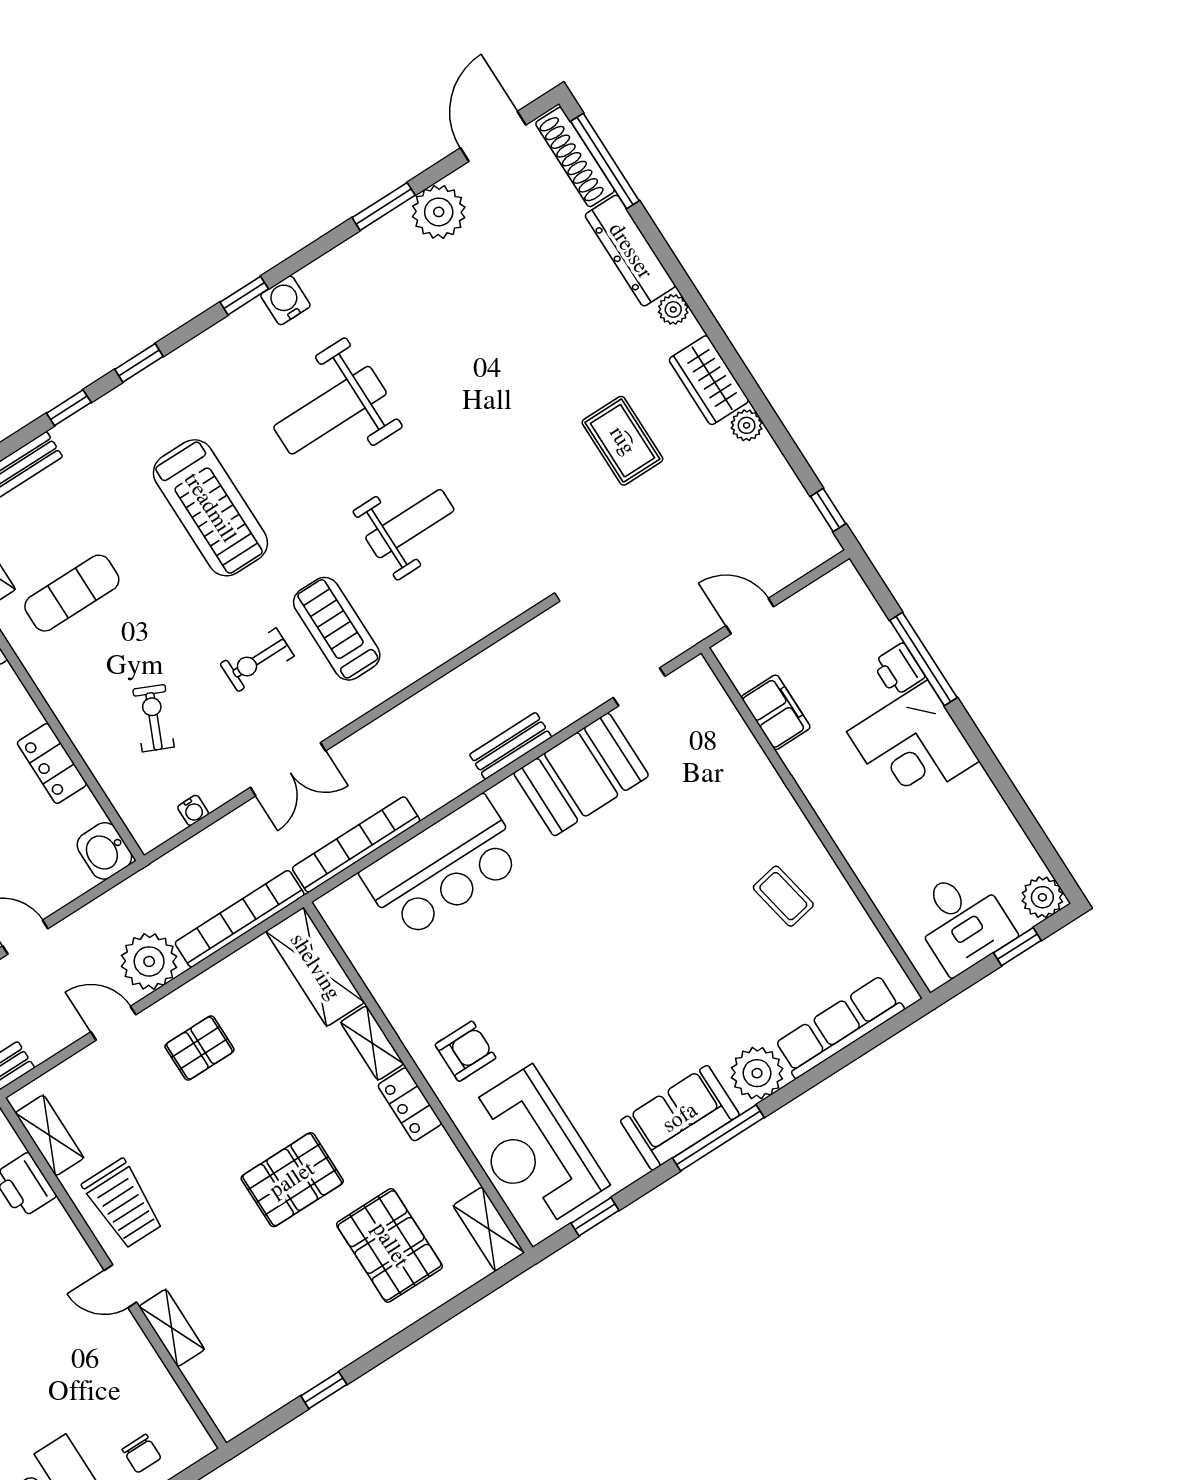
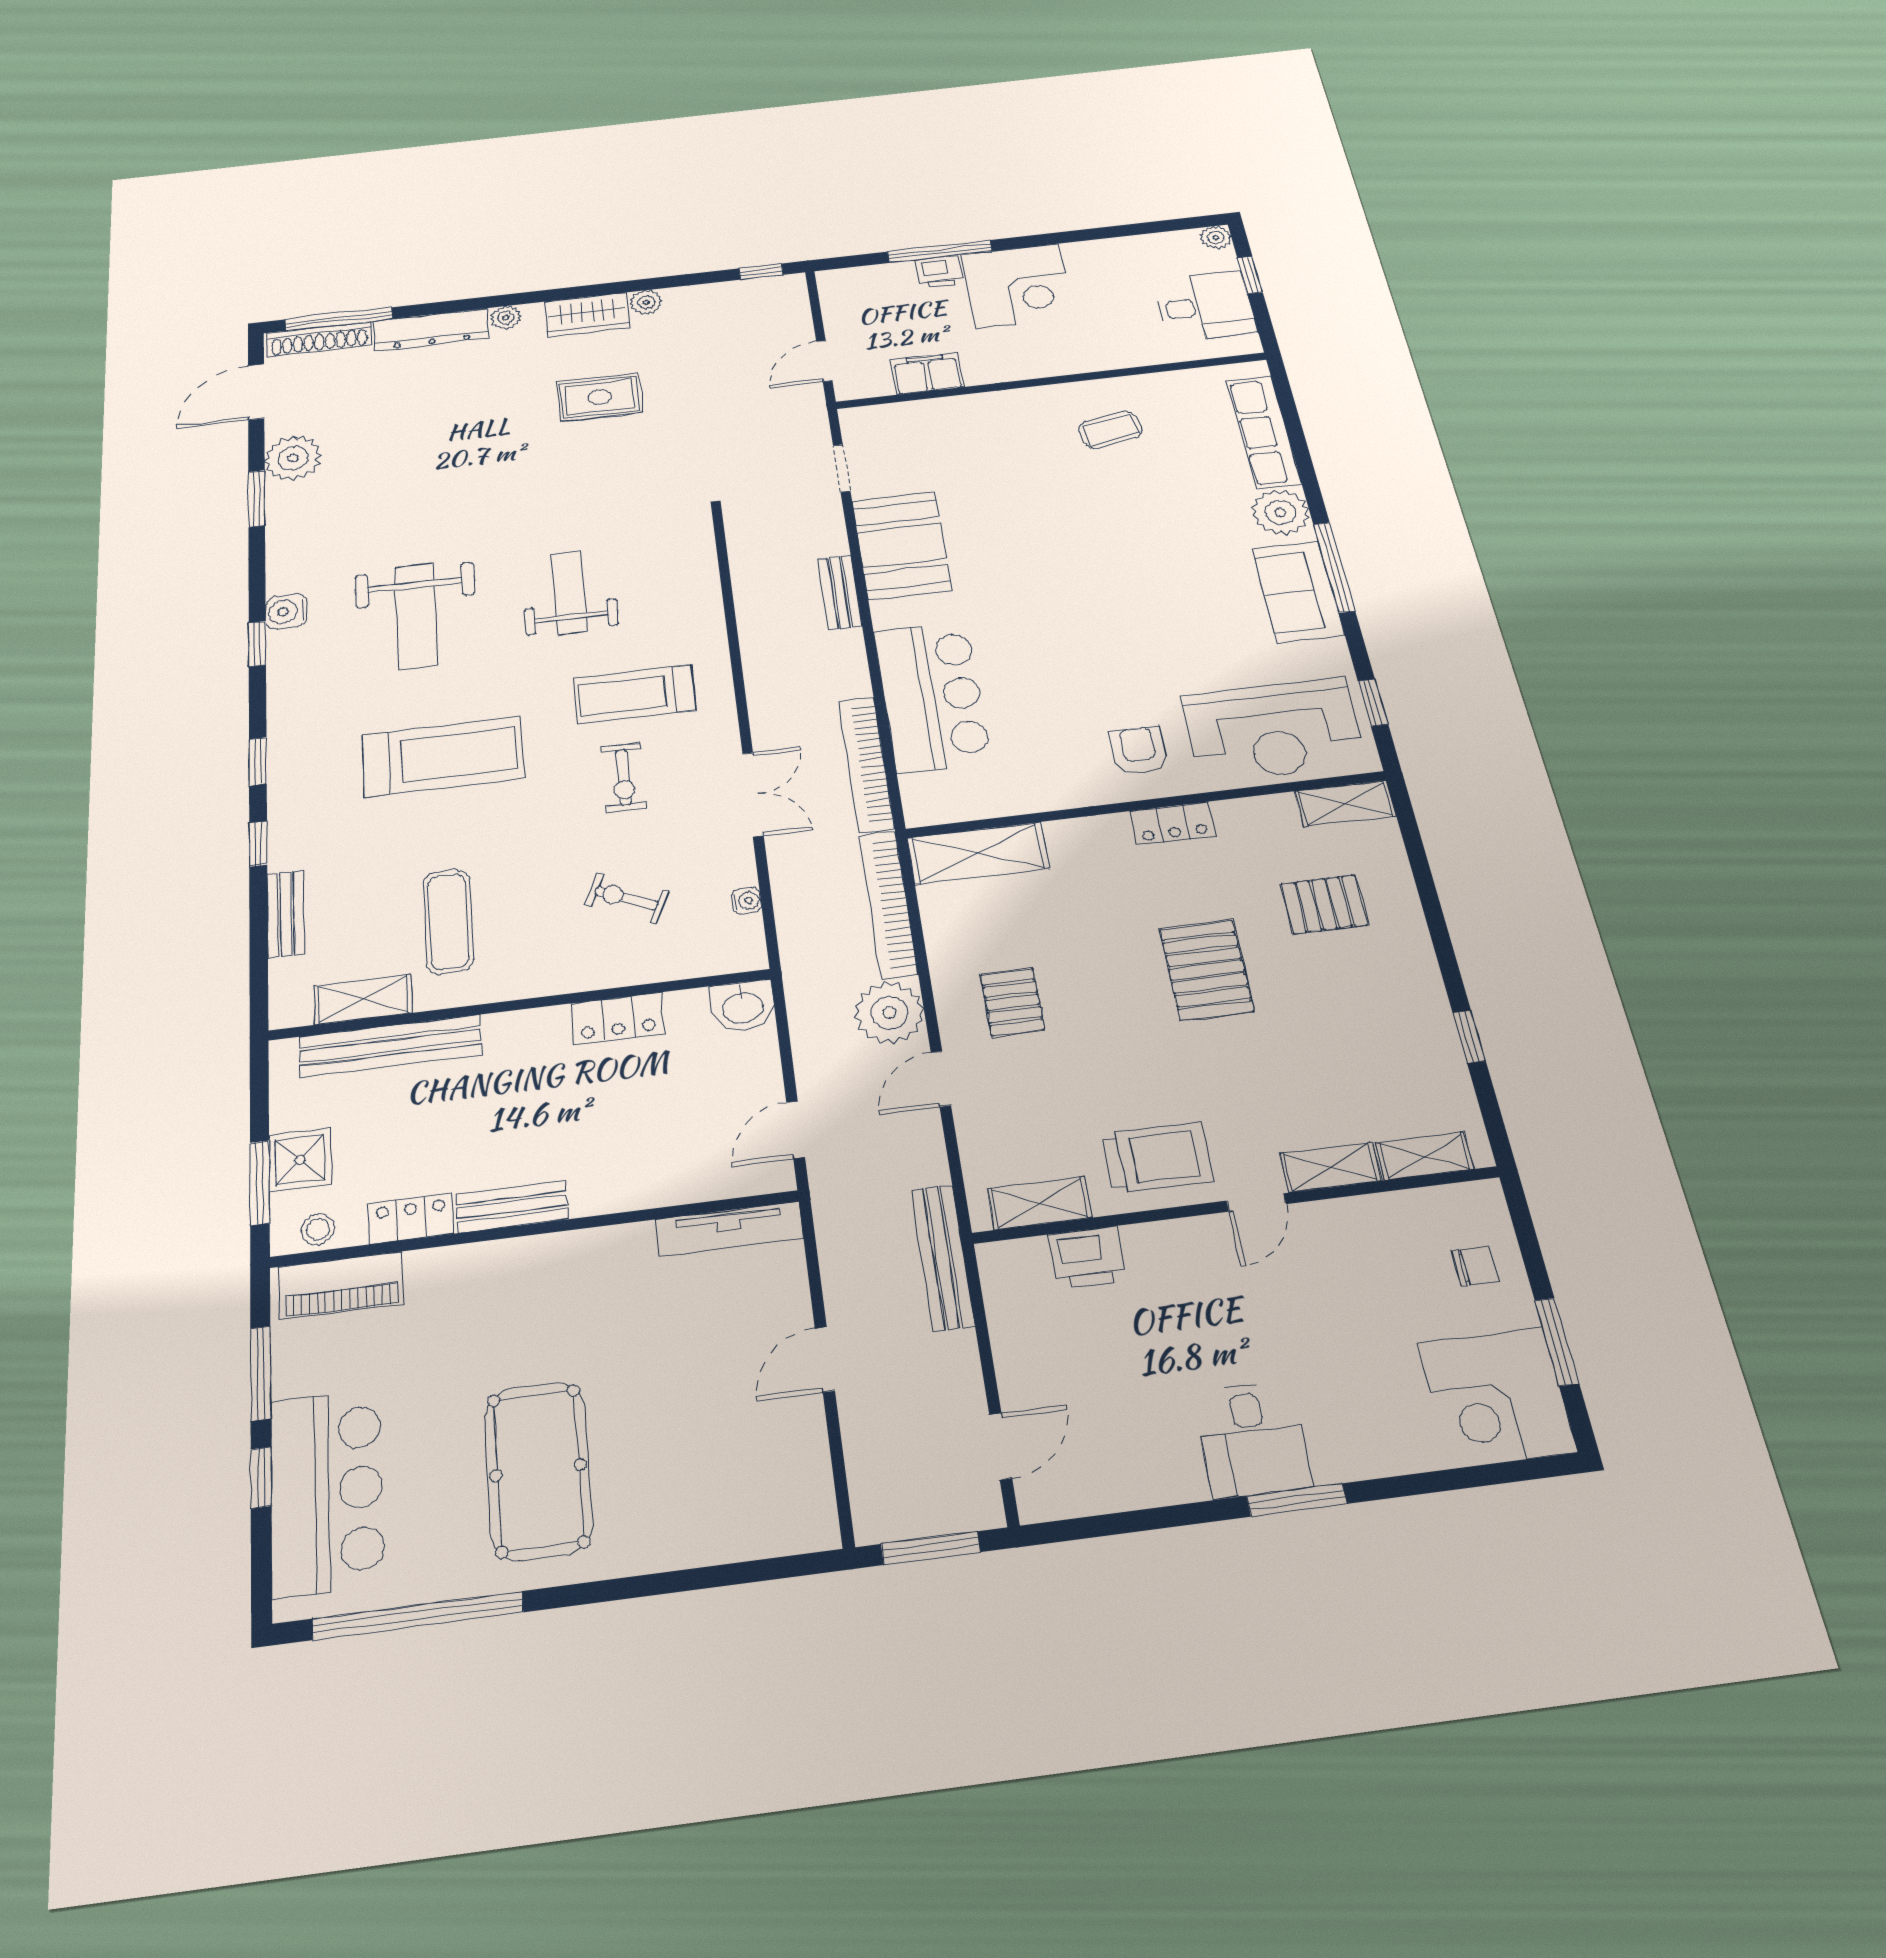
door: (493, 136) -> (256, 392), hinge flipped
plant: (1042, 897) -> (1216, 237), width x0.73, depth x0.73
shelving: (372, 1043) -> (1425, 1156), moved
pallet: (390, 1245) -> (1324, 904), width x0.67, depth x0.71

